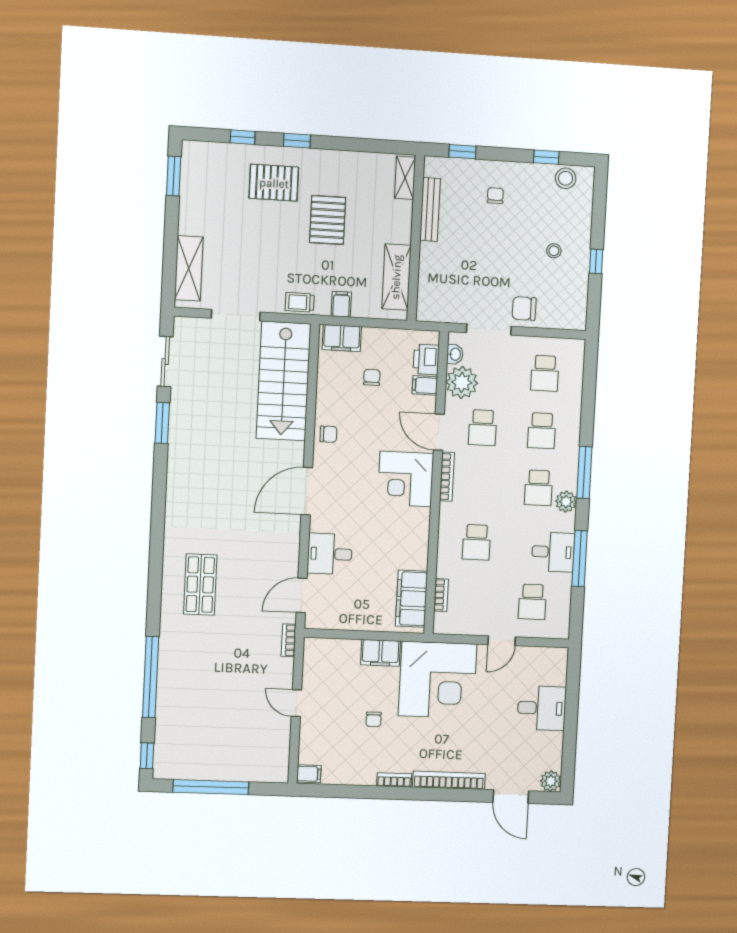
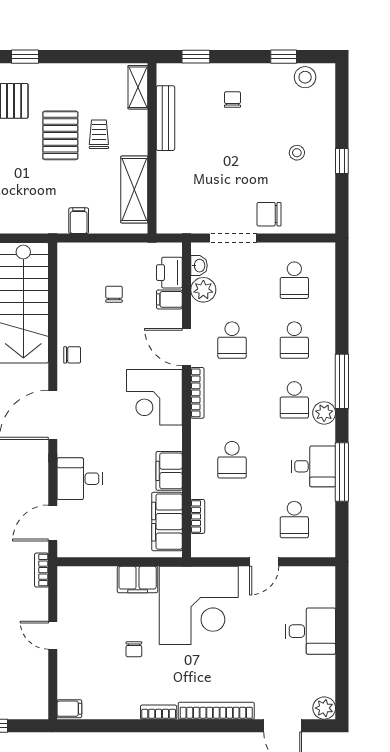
trolley: (300, 302) -> (99, 134), moved, turned 90
filing cabinet: (342, 338) -> (169, 471), moved, turned 90
plant: (462, 382) -> (203, 290), width x0.73, depth x0.73

